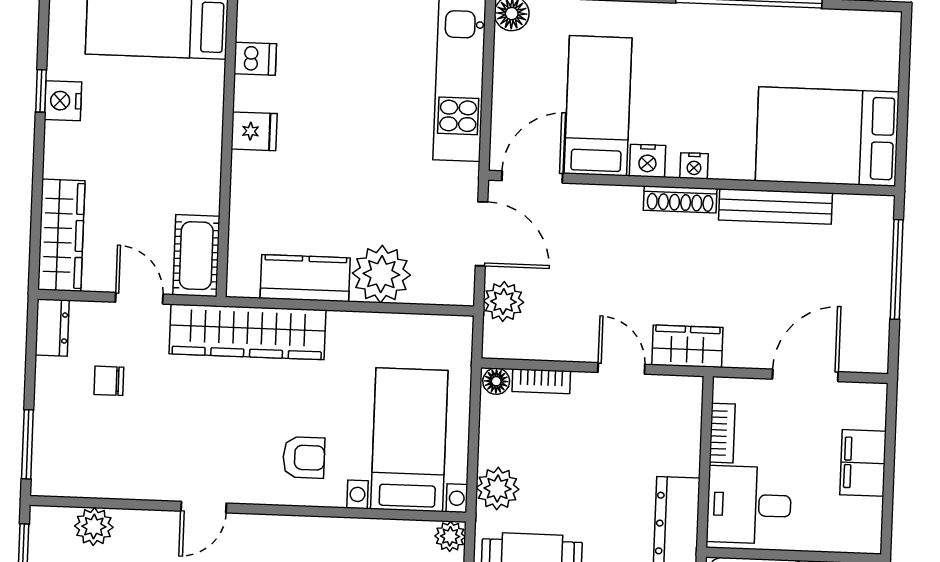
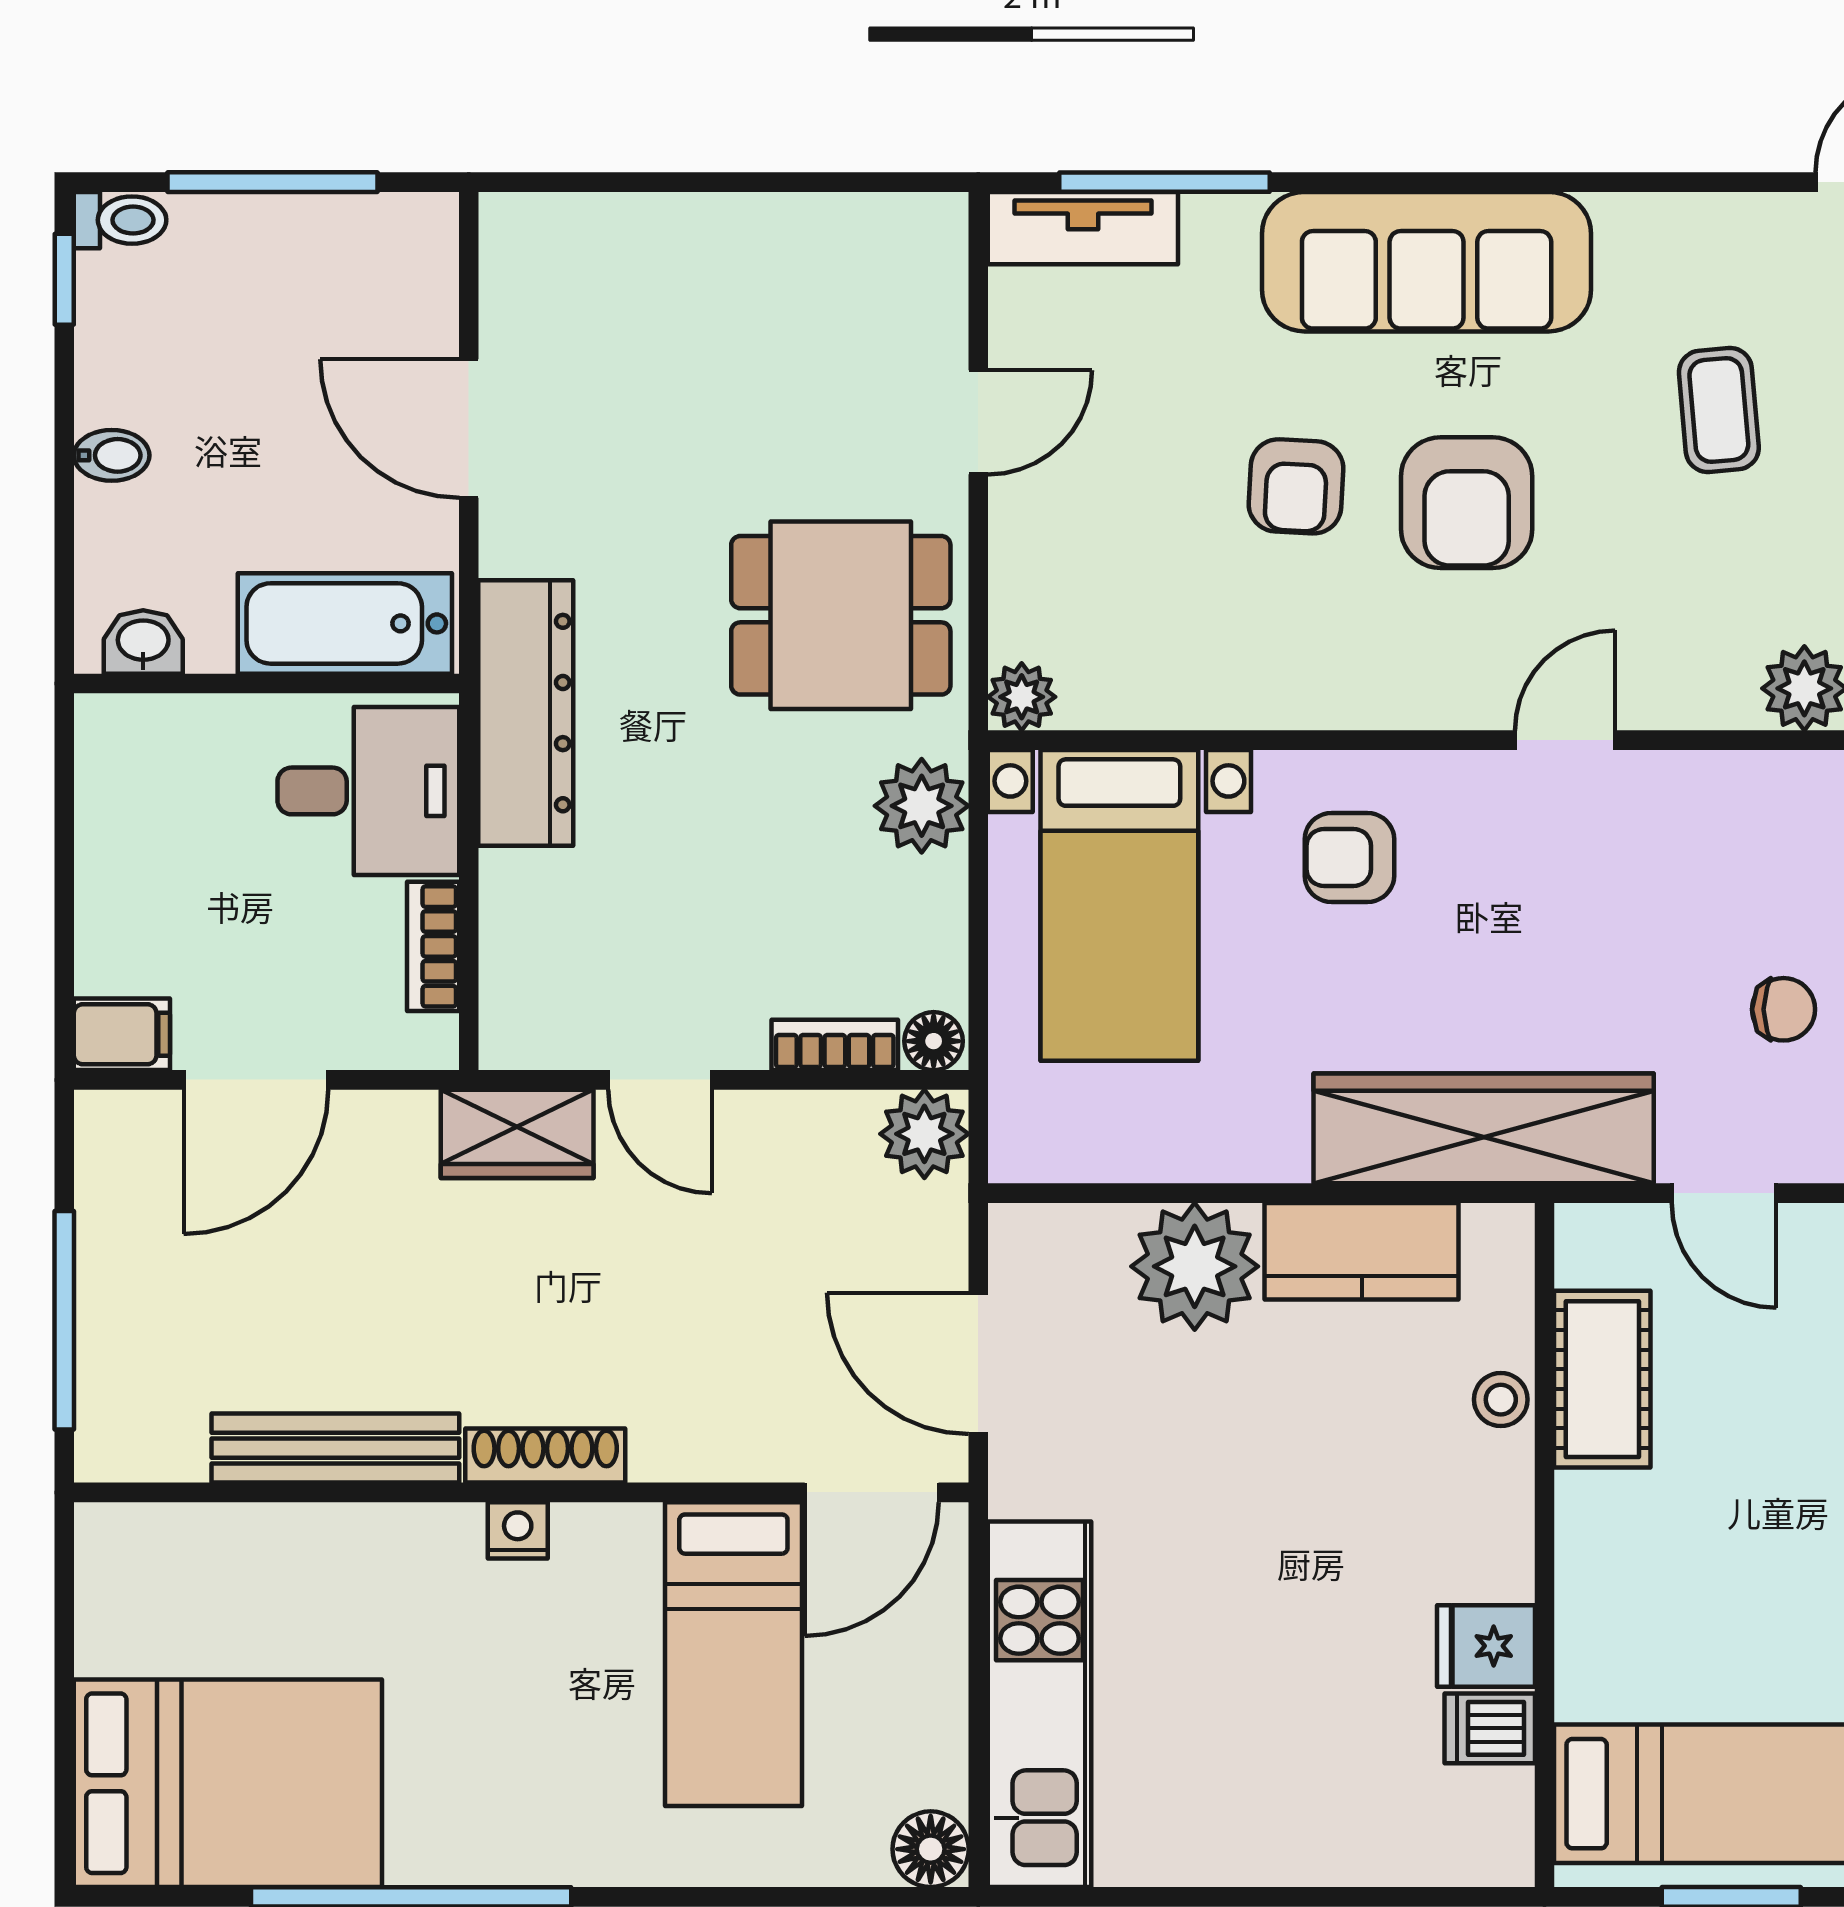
fridge: (254, 131) -> (1486, 1646), moved
bed: (827, 136) -> (228, 1783), moved
nightstand: (648, 161) -> (620, 1537), removed
stool: (244, 208) -> (1501, 1400), added
cot: (196, 256) -> (1602, 1379), moved
plant: (503, 302) -> (924, 1134), moved
filing cabinet: (863, 463) -> (122, 1034), moved, width x0.50

